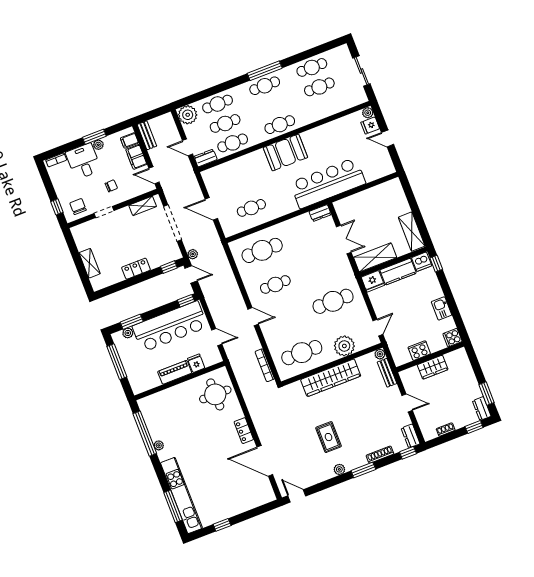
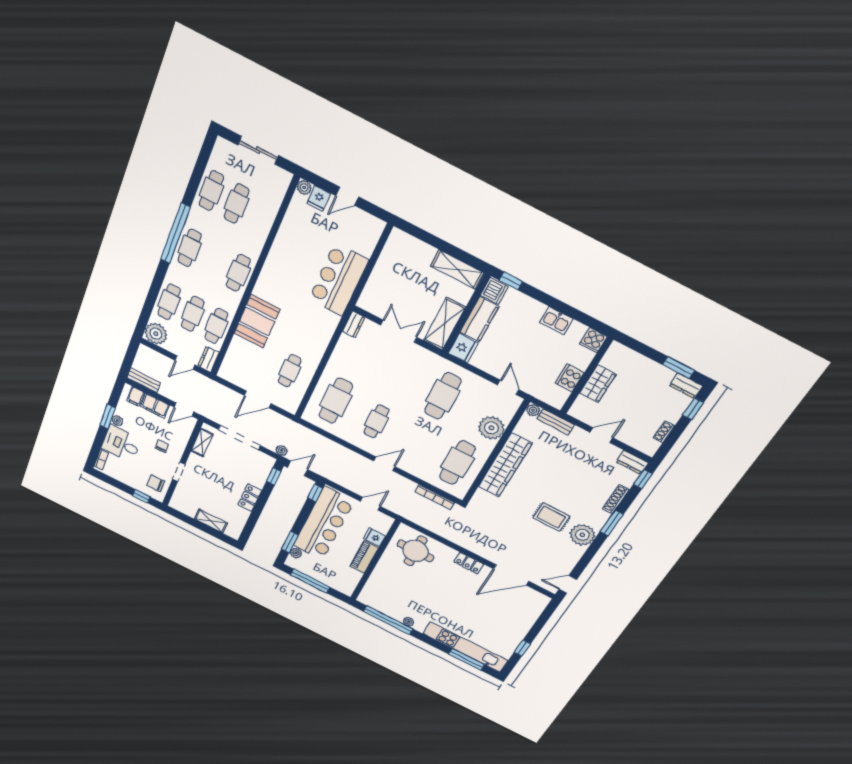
window: (265, 71) -> (175, 233), width x1.46
booth: (285, 152) -> (257, 321), moved
bar counter: (328, 183) -> (338, 280), width x0.73
plant: (339, 469) -> (582, 535), width x1.88, depth x1.88

